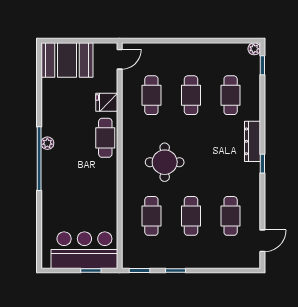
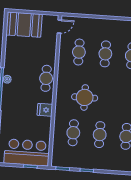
fridge: (107, 102) -> (45, 110), moved

